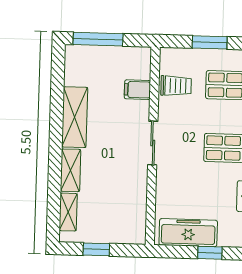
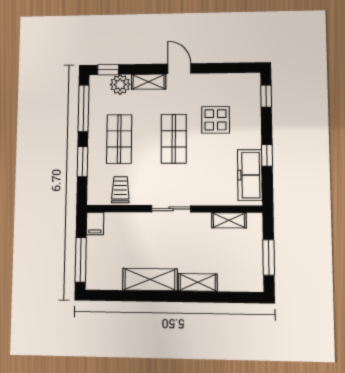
filing cabinet: (137, 90) -> (95, 223), moved
shelving: (68, 212) -> (229, 220), moved
window: (96, 249) -> (269, 257), width x1.50

